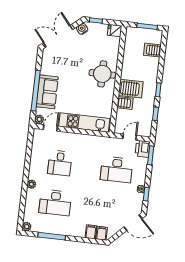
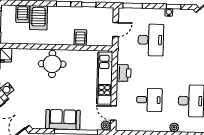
server rack: (131, 89) -> (39, 18), moved, turned 180
sofa: (47, 92) -> (63, 120), moved
door: (130, 137) -> (116, 29), swing flipped
printer: (143, 149) -> (124, 73), moved, turned -90

